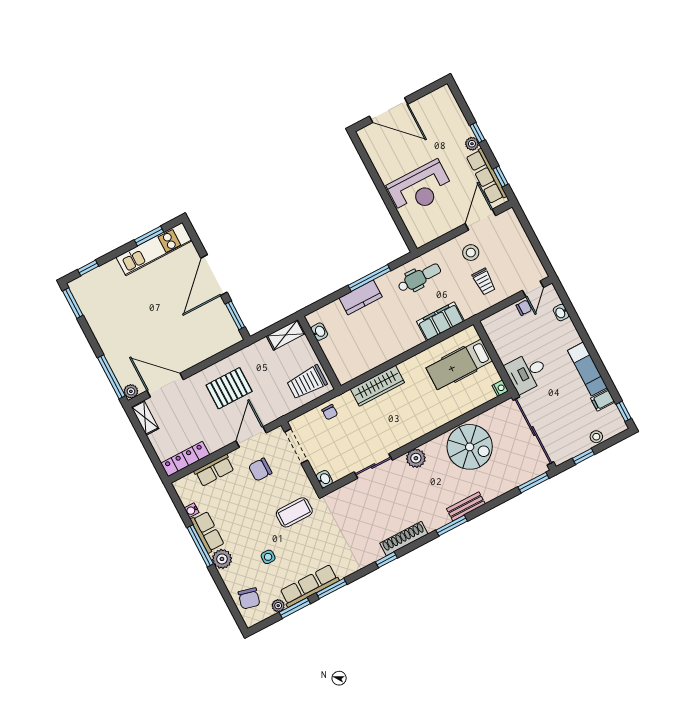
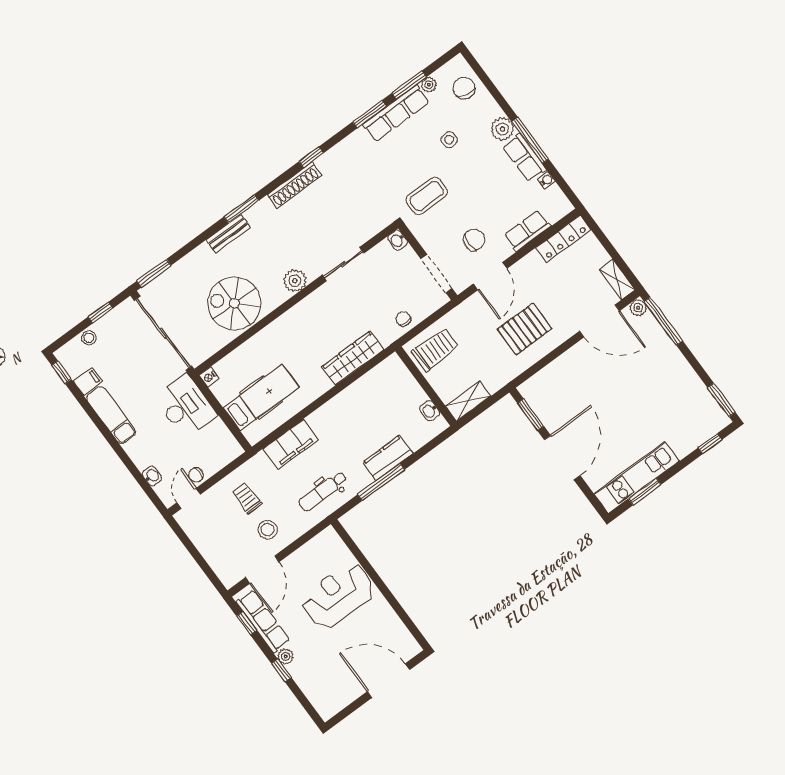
desk: (527, 372) -> (186, 406), width x1.37

